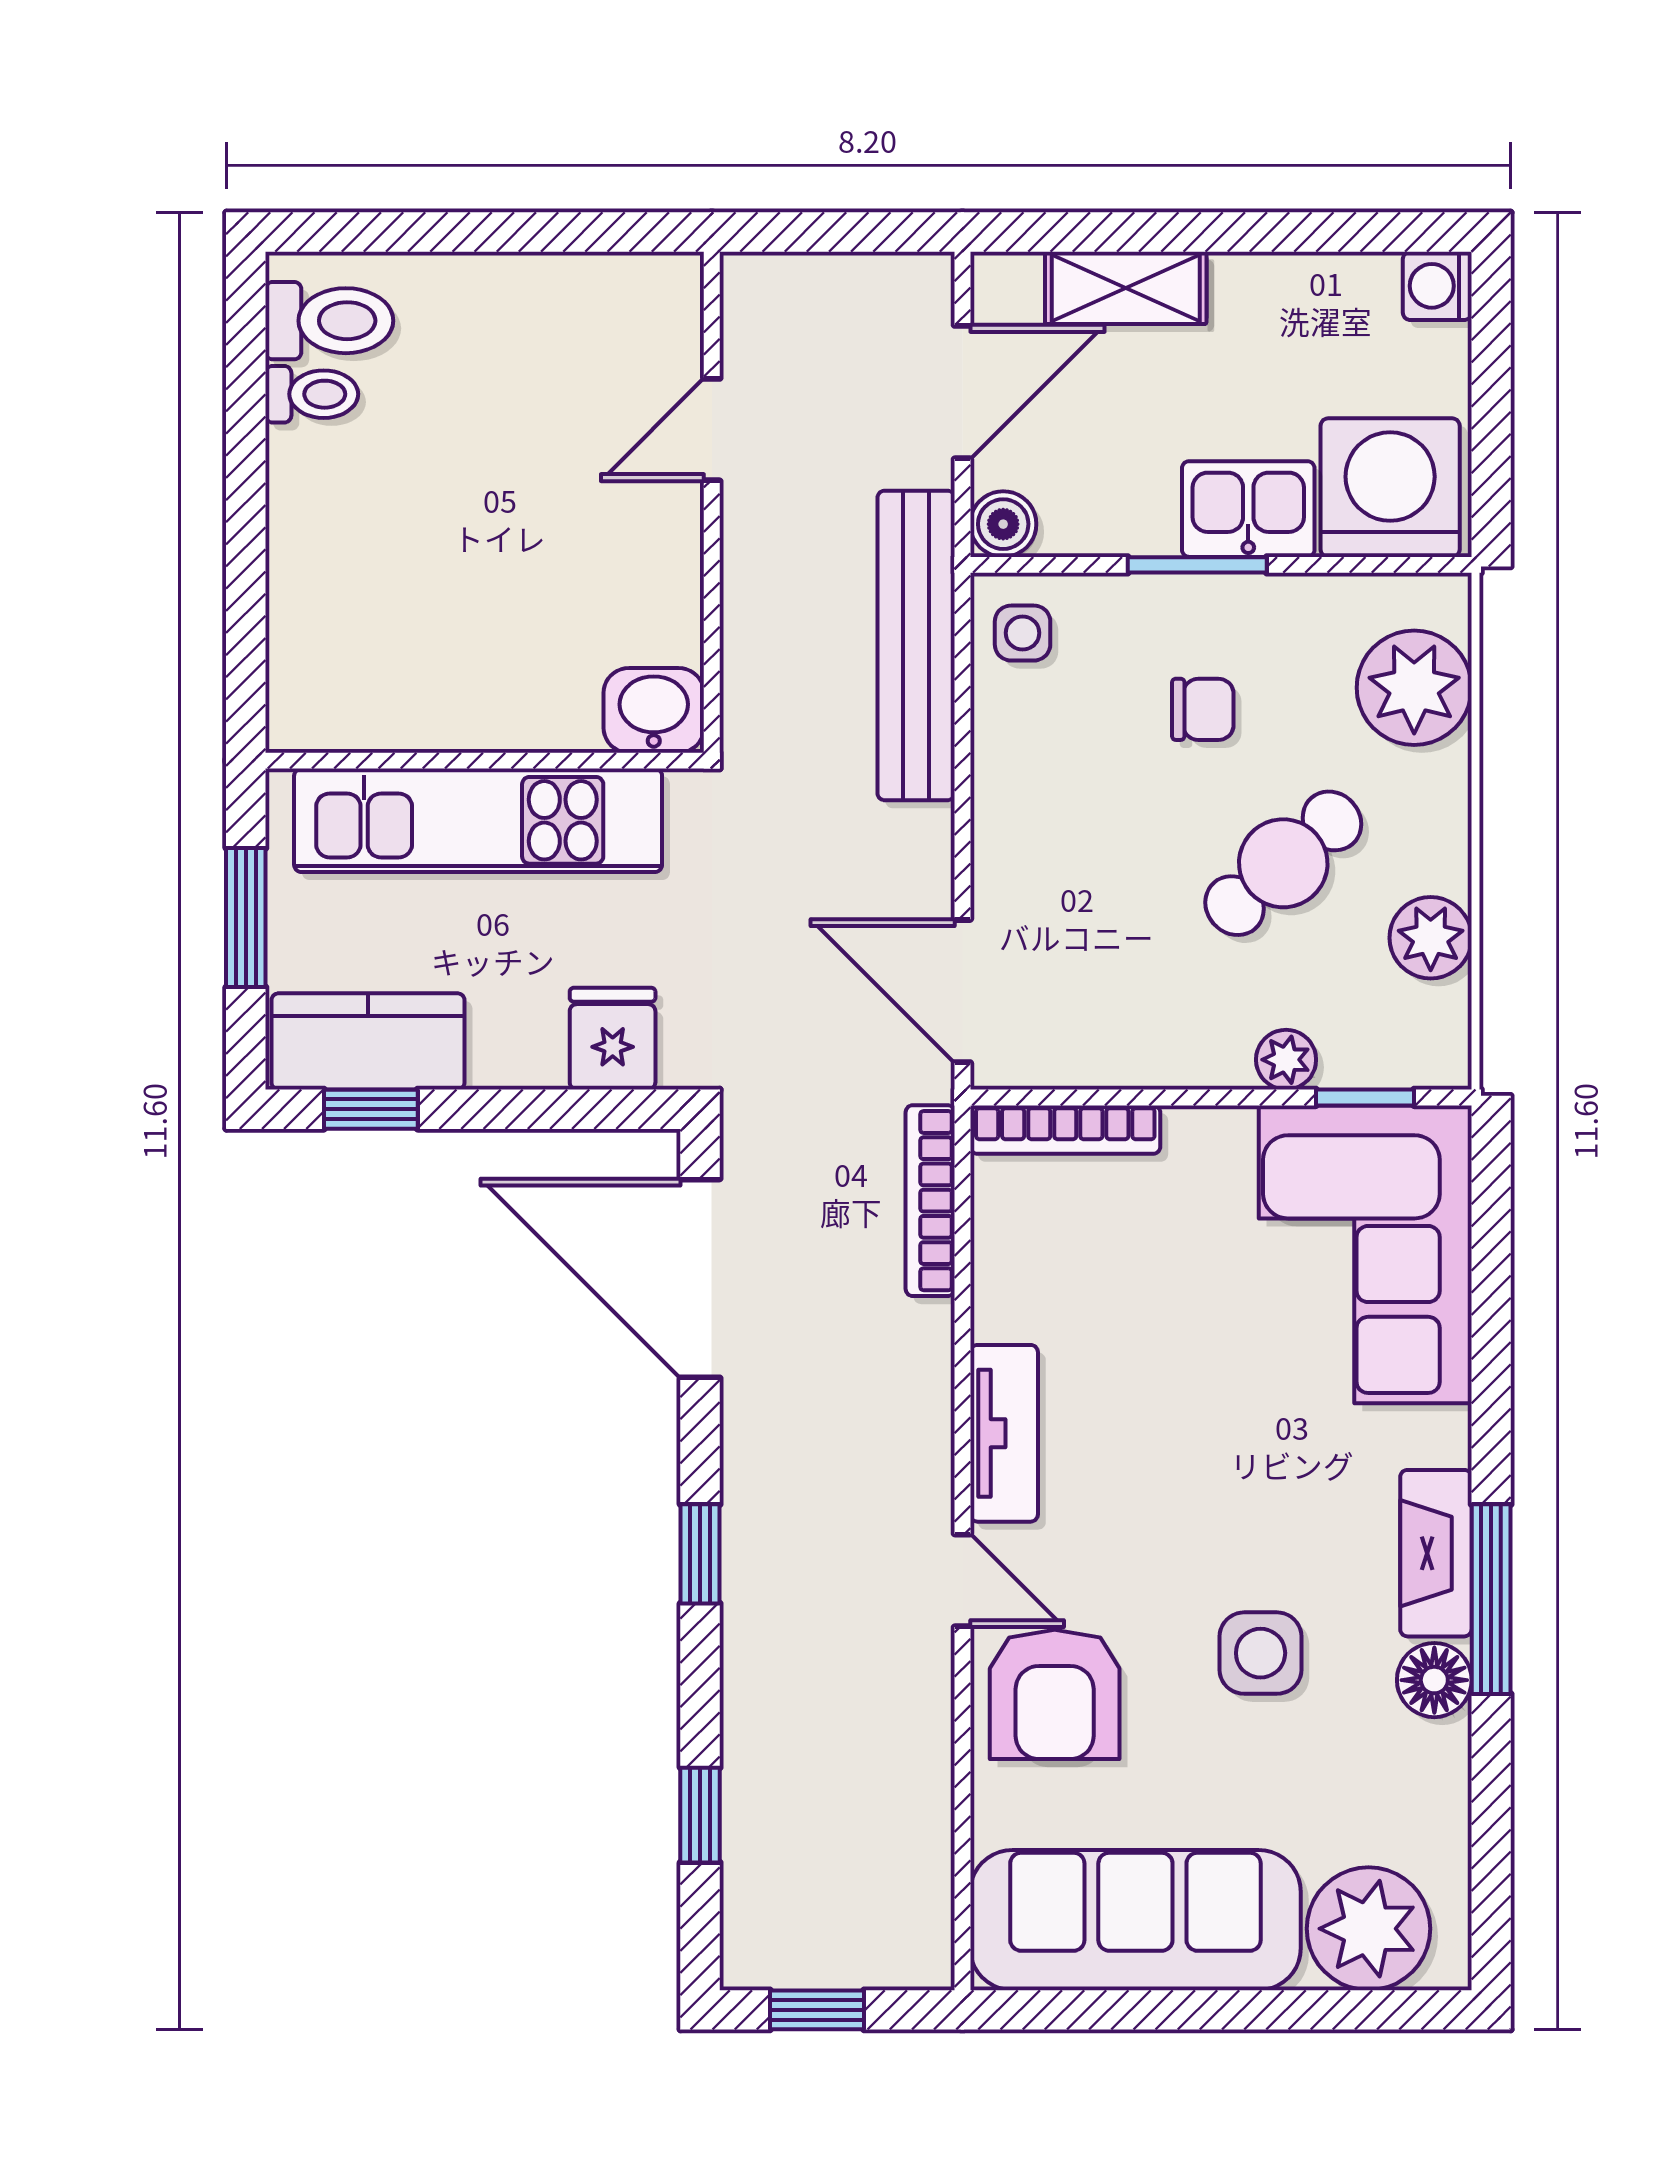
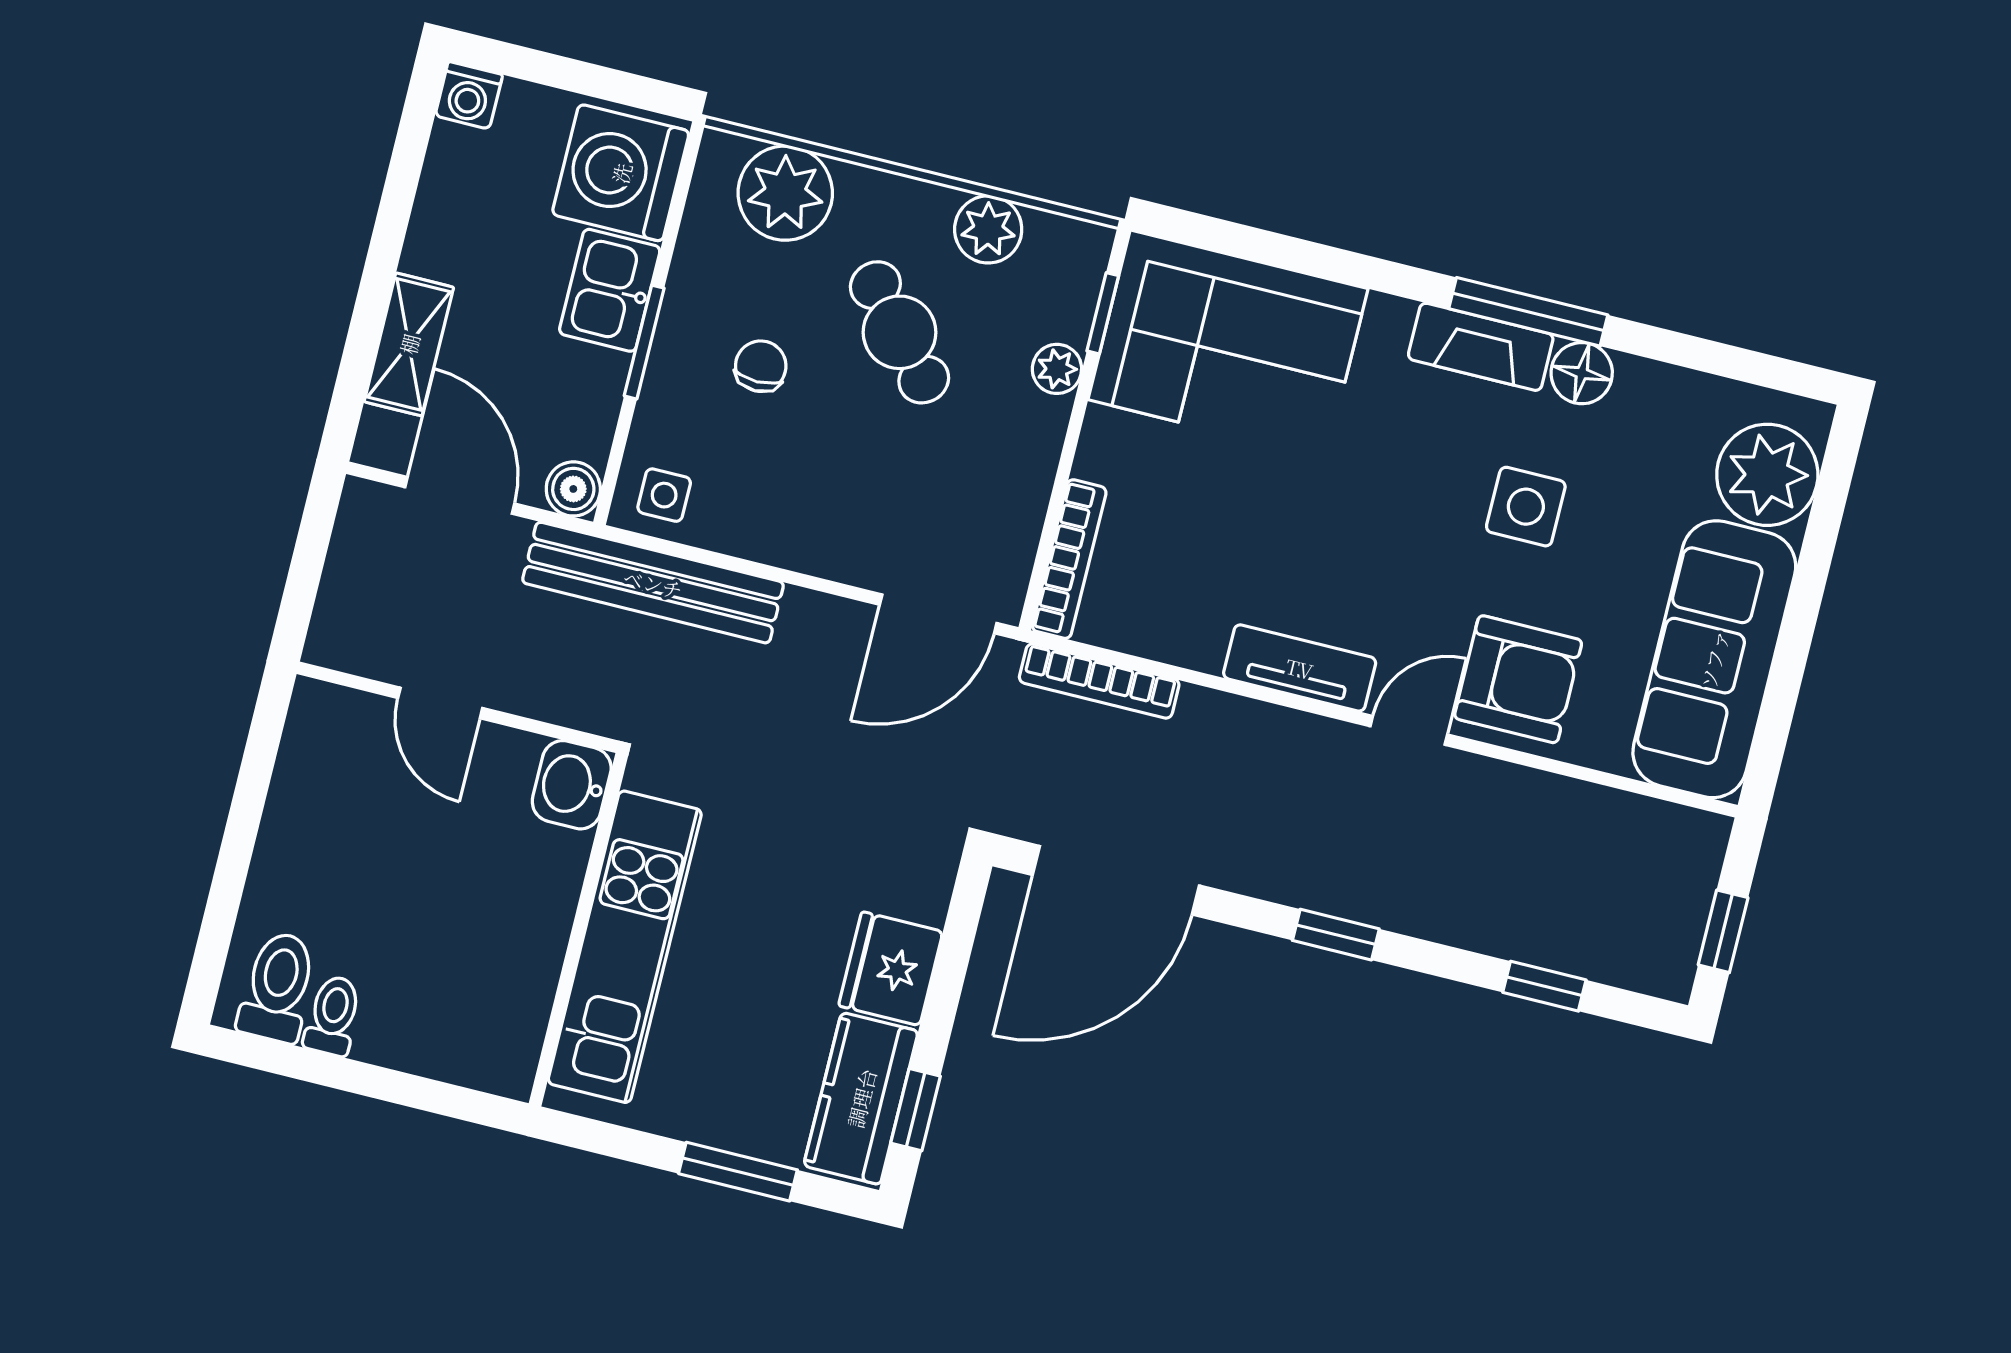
washbasin: (654, 710) -> (572, 785), moved
wall: (485, 761) -> (578, 930), moved
kitchen unit: (478, 820) -> (625, 947), moved
fridge: (613, 1039) -> (891, 969), moved, width x1.38

